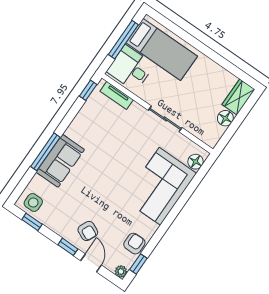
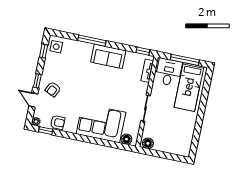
wardrobe: (238, 97) -> (180, 149), removed
floor lamp: (225, 118) -> (148, 143), moved
sofa: (60, 161) -> (108, 56), moved
door: (91, 263) -> (33, 100), swing flipped

